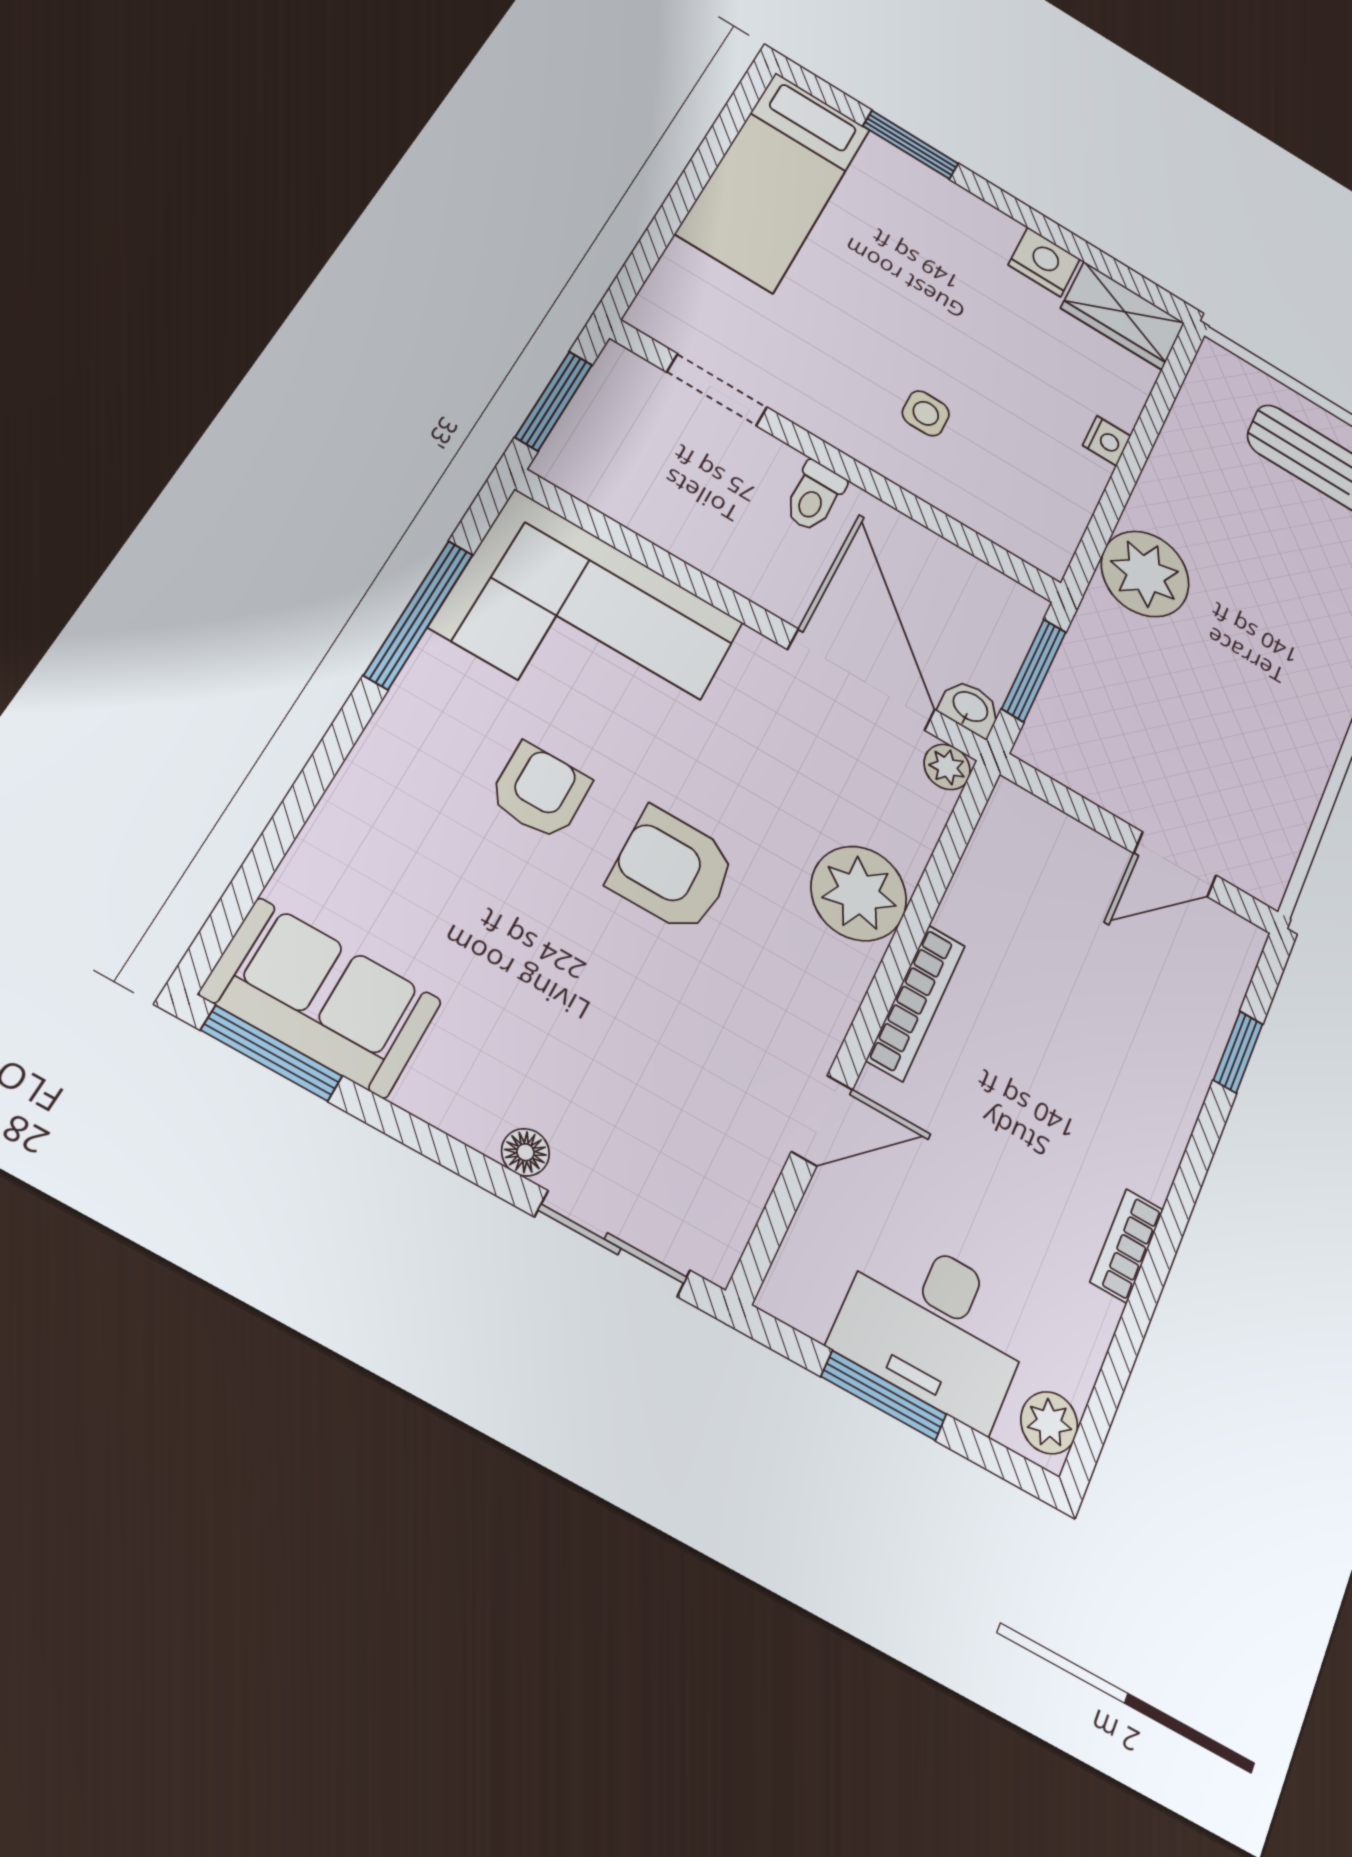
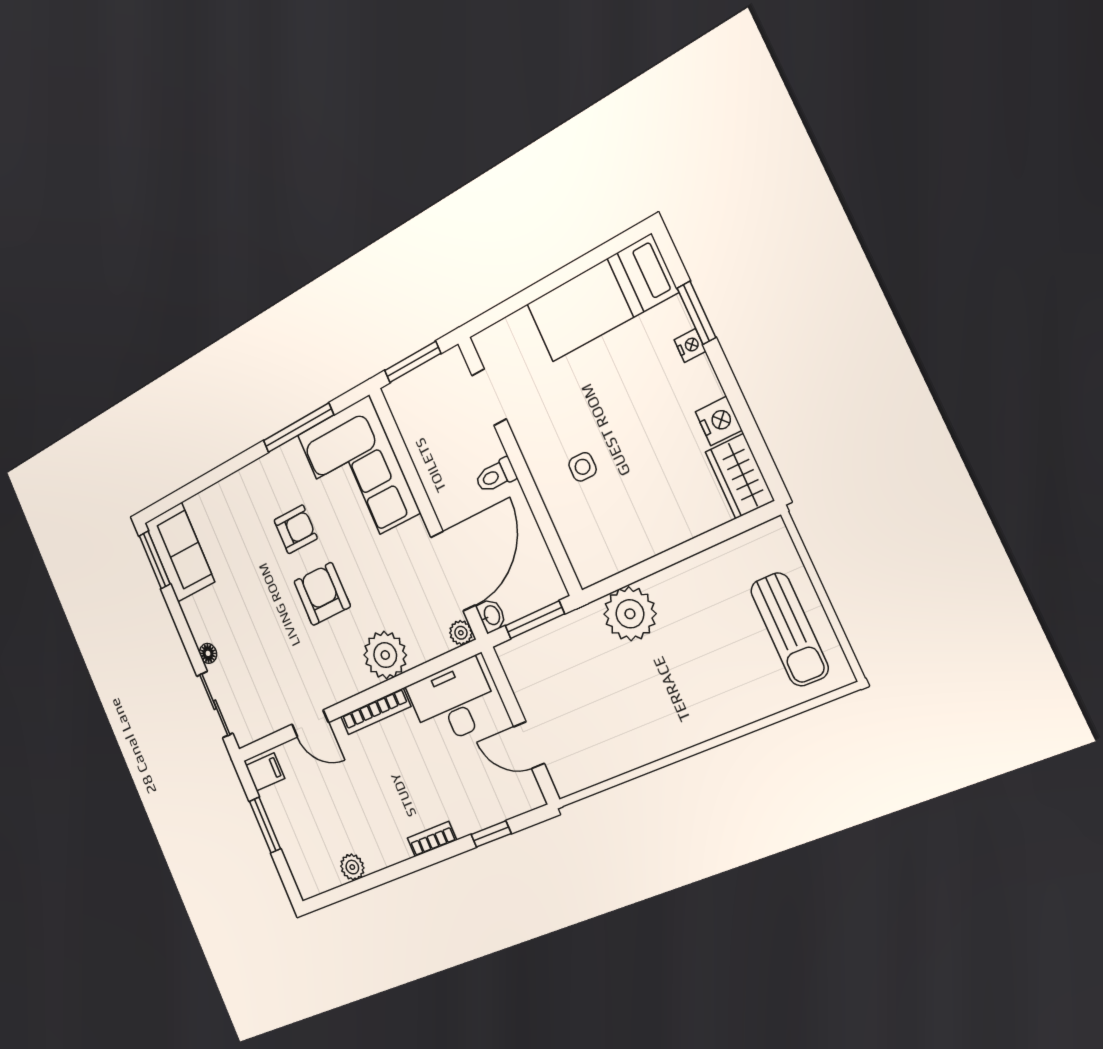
nightstand: (1107, 441) -> (690, 345), moved, turned -90
bookcase: (1127, 1246) -> (432, 839), moved
filing cabinet: (808, 1289) -> (265, 772), added
desk: (934, 1327) -> (453, 702), moved, turned 90
plant: (1049, 1423) -> (352, 867), moved

